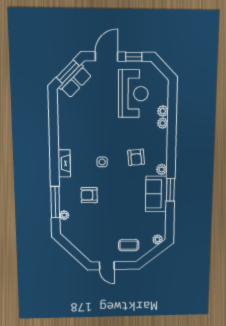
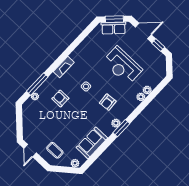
reception desk: (133, 94) -> (122, 66), moved, turned 90
window: (170, 190) -> (121, 128), moved
sofa: (156, 194) -> (92, 143), moved

